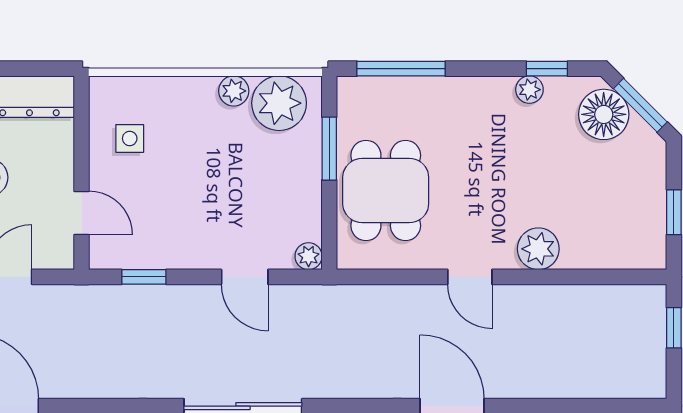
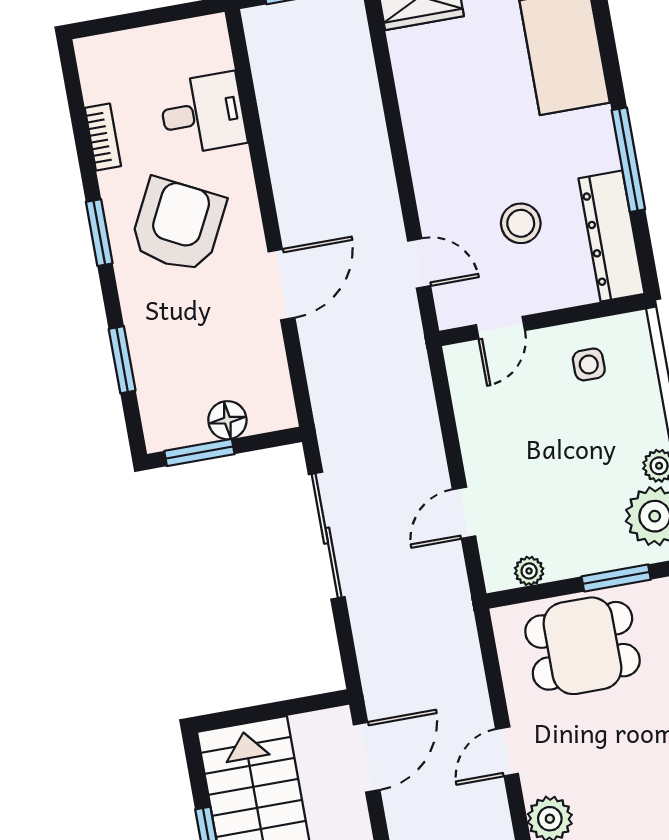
plant: (309, 256) -> (529, 571), moved
window: (144, 277) -> (445, 406), removed

